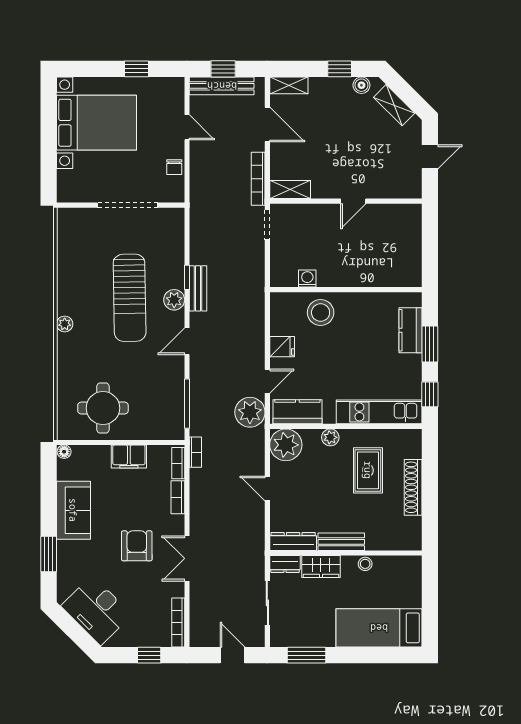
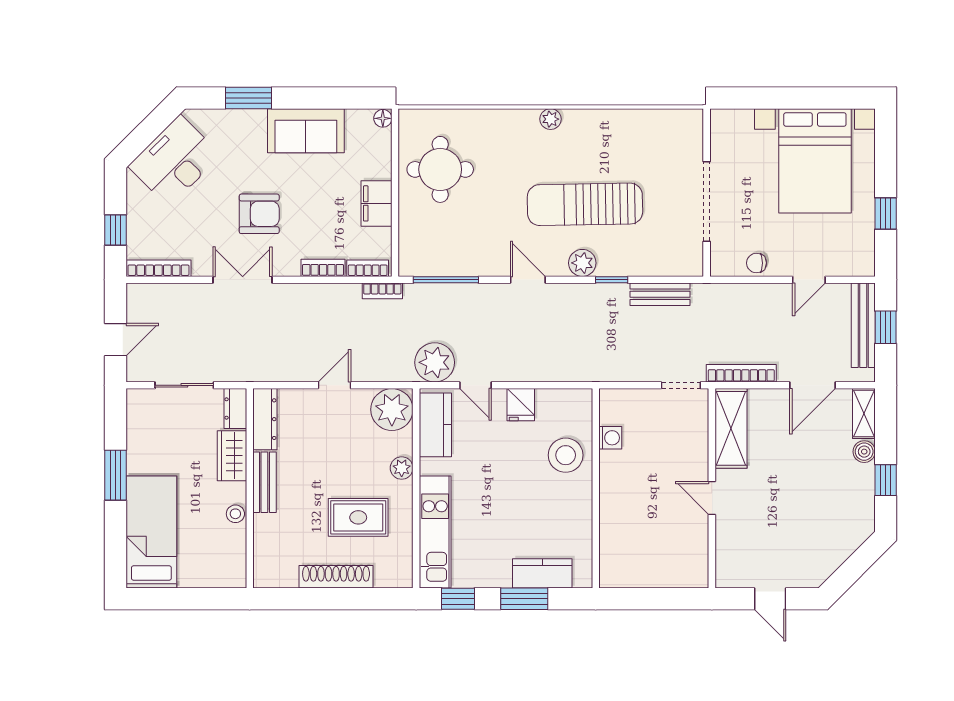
boiler: (361, 85) -> (864, 452), moved
shelving: (394, 105) -> (838, 552), removed
shelving: (290, 190) -> (731, 428), width x1.50, depth x1.33
bench: (198, 288) -> (660, 294), moved
window: (306, 655) -> (116, 475), moved

